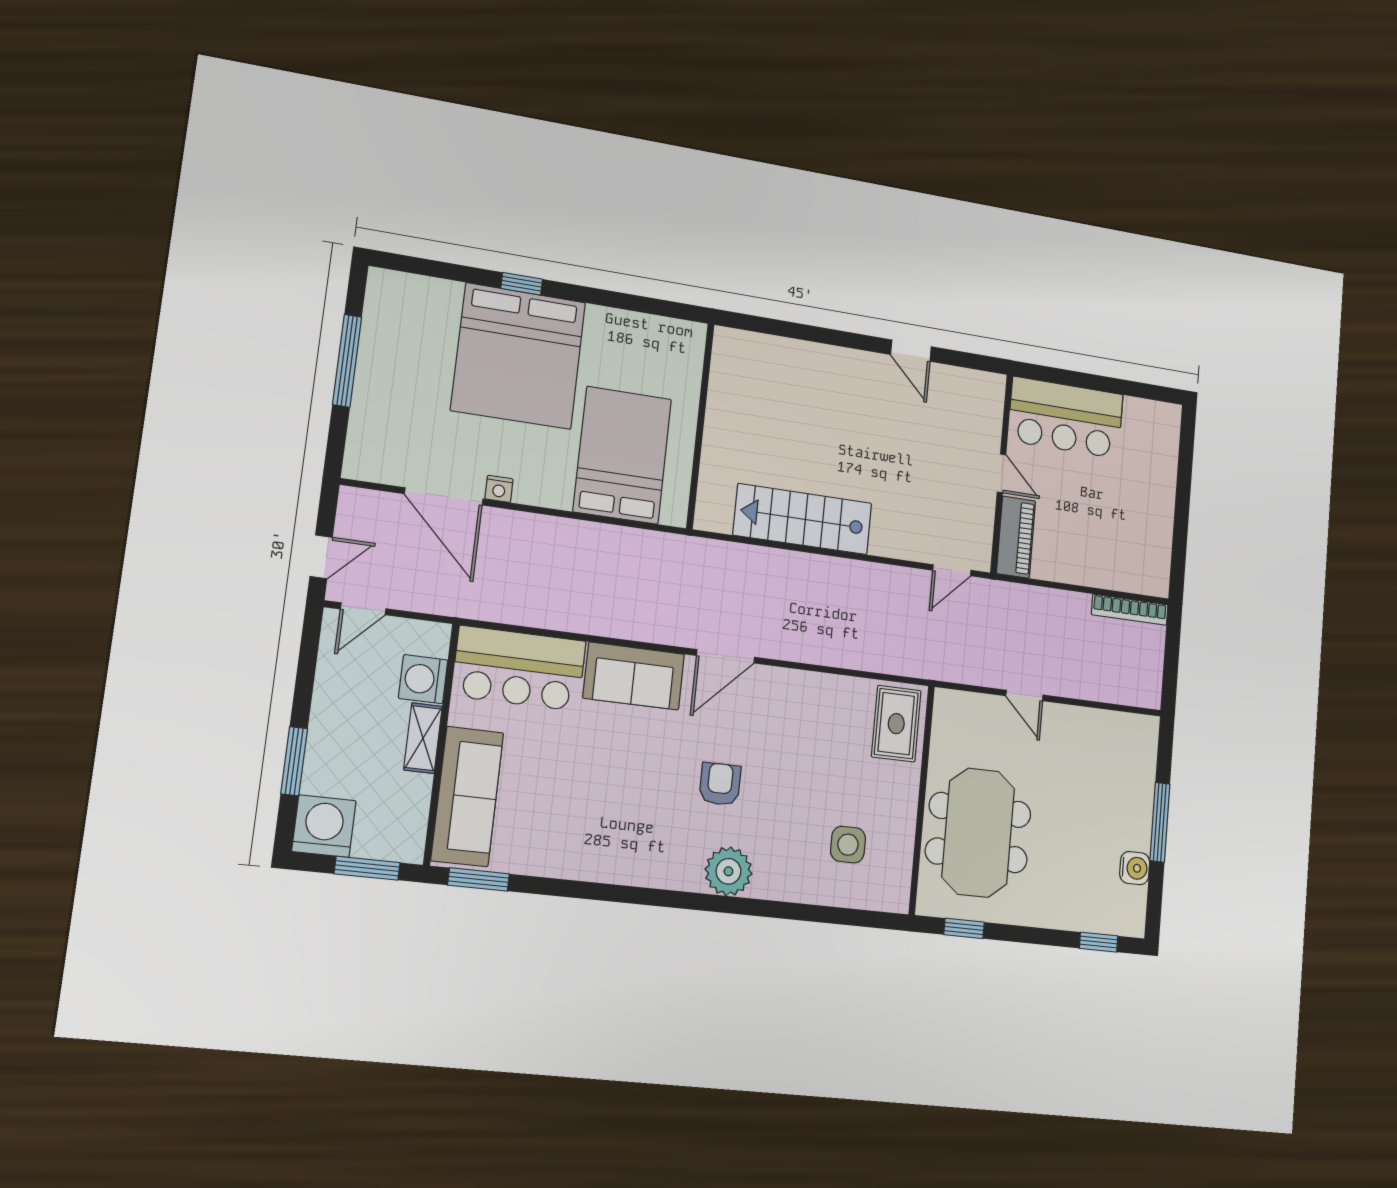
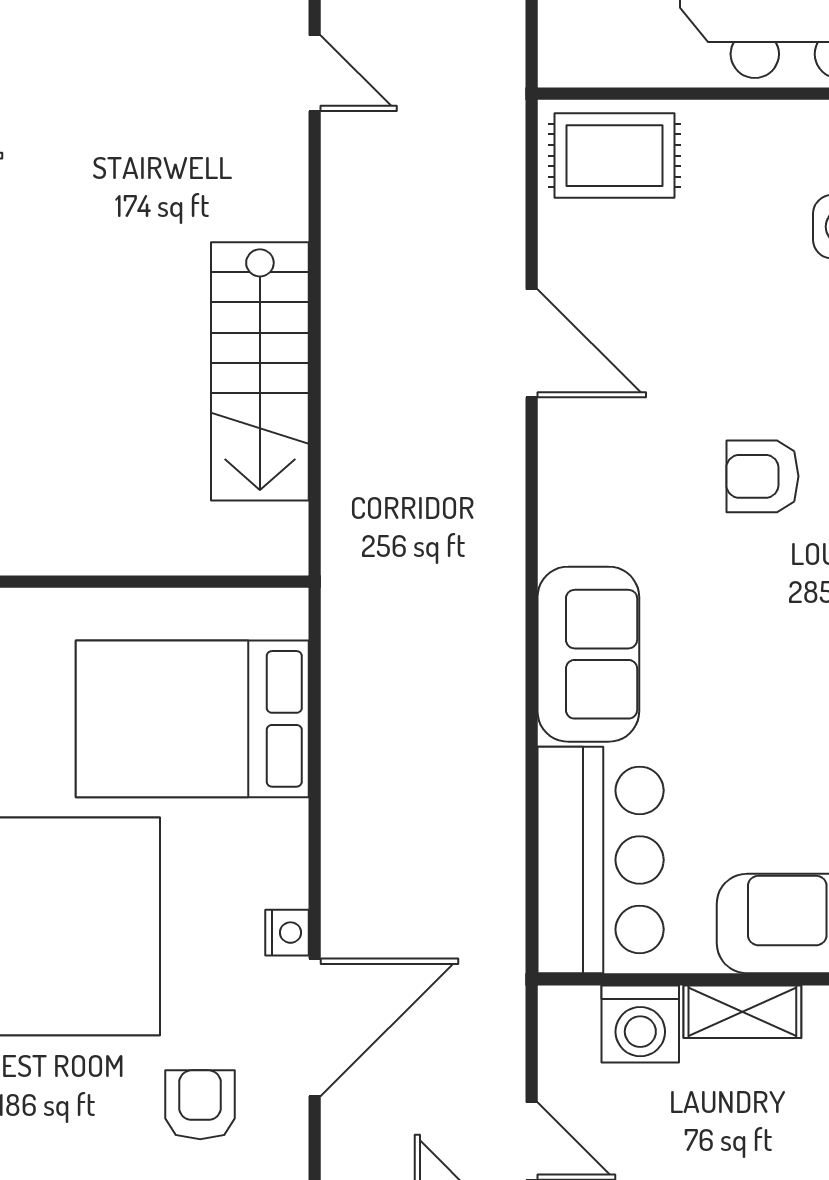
armchair: (408, 427) -> (200, 1105), added
door: (726, 656) -> (532, 343), moved

